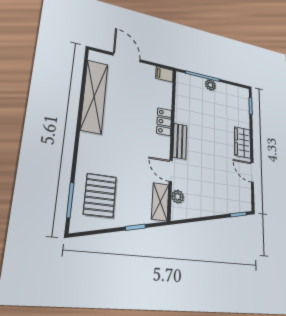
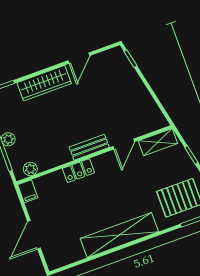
shelving: (94, 97) -> (119, 235), moved
wardrobe: (243, 143) -> (44, 83), width x1.50
plant: (178, 197) -> (30, 169), moved

